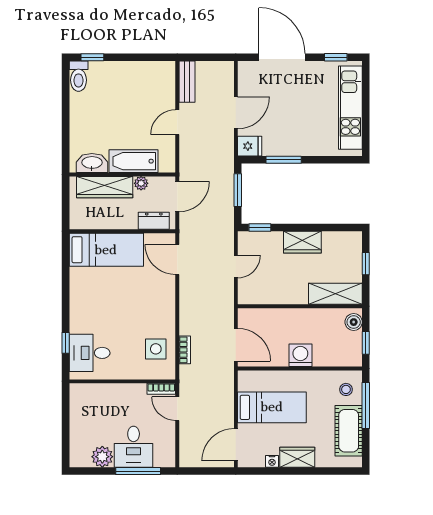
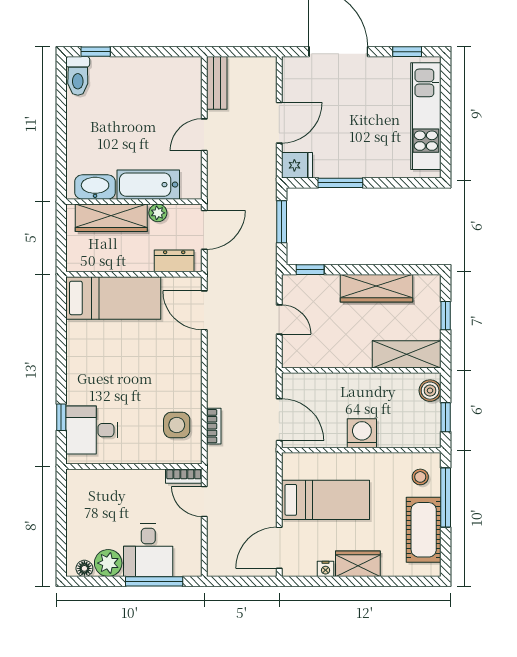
wardrobe: (302, 242) -> (377, 288), width x1.50
door: (236, 266) -> (279, 319), hinge flipped
floor lamp: (84, 461) -> (84, 568), added

